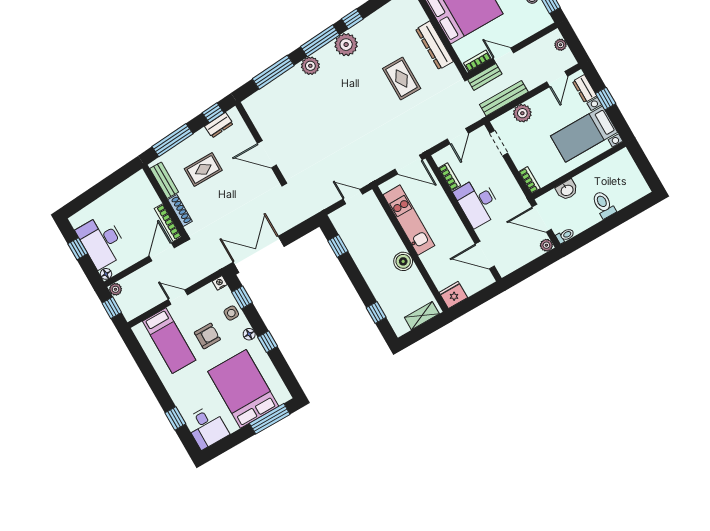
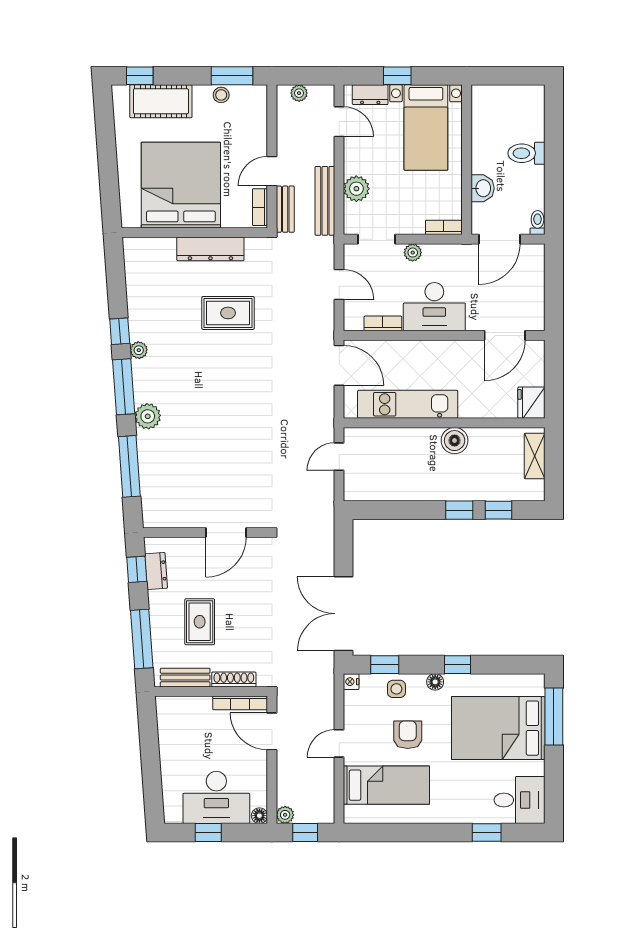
plant: (346, 45) -> (139, 350), width x0.53, depth x0.53
door: (408, 165) -> (339, 365), hinge flipped
plant: (546, 245) -> (413, 253), moved
window: (338, 246) -> (459, 510), moved

